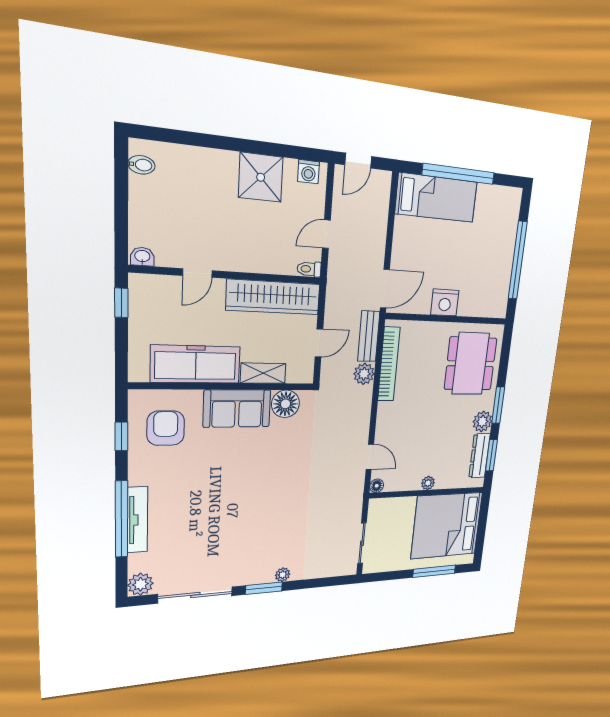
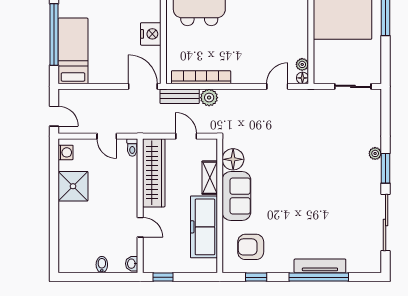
bidet: (141, 165) -> (102, 265), moved
plant: (428, 483) -> (302, 64), moved
plant: (140, 584) -> (372, 264), removed

